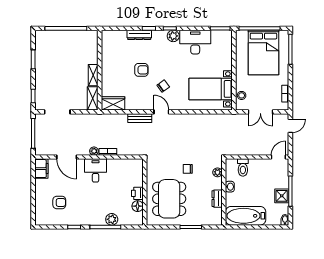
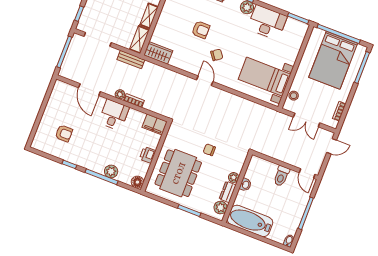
bench: (140, 118) -> (131, 60), moved
door: (278, 157) -> (307, 174), swing flipped
toilet: (243, 167) -> (281, 176), moved
filing cabinet: (41, 169) -> (155, 124), moved, turned 90
plant: (217, 172) -> (234, 177), moved
shower: (282, 196) -> (295, 215), removed
floor lamp: (138, 206) -> (137, 182), moved
plant: (216, 214) -> (221, 208), added

